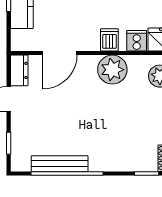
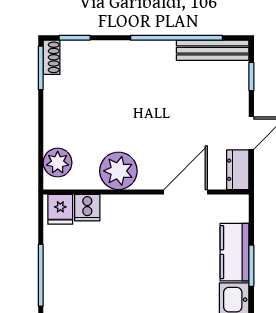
dishwasher: (109, 40) -> (122, 209), removed
bench: (60, 164) -> (213, 50), moved

